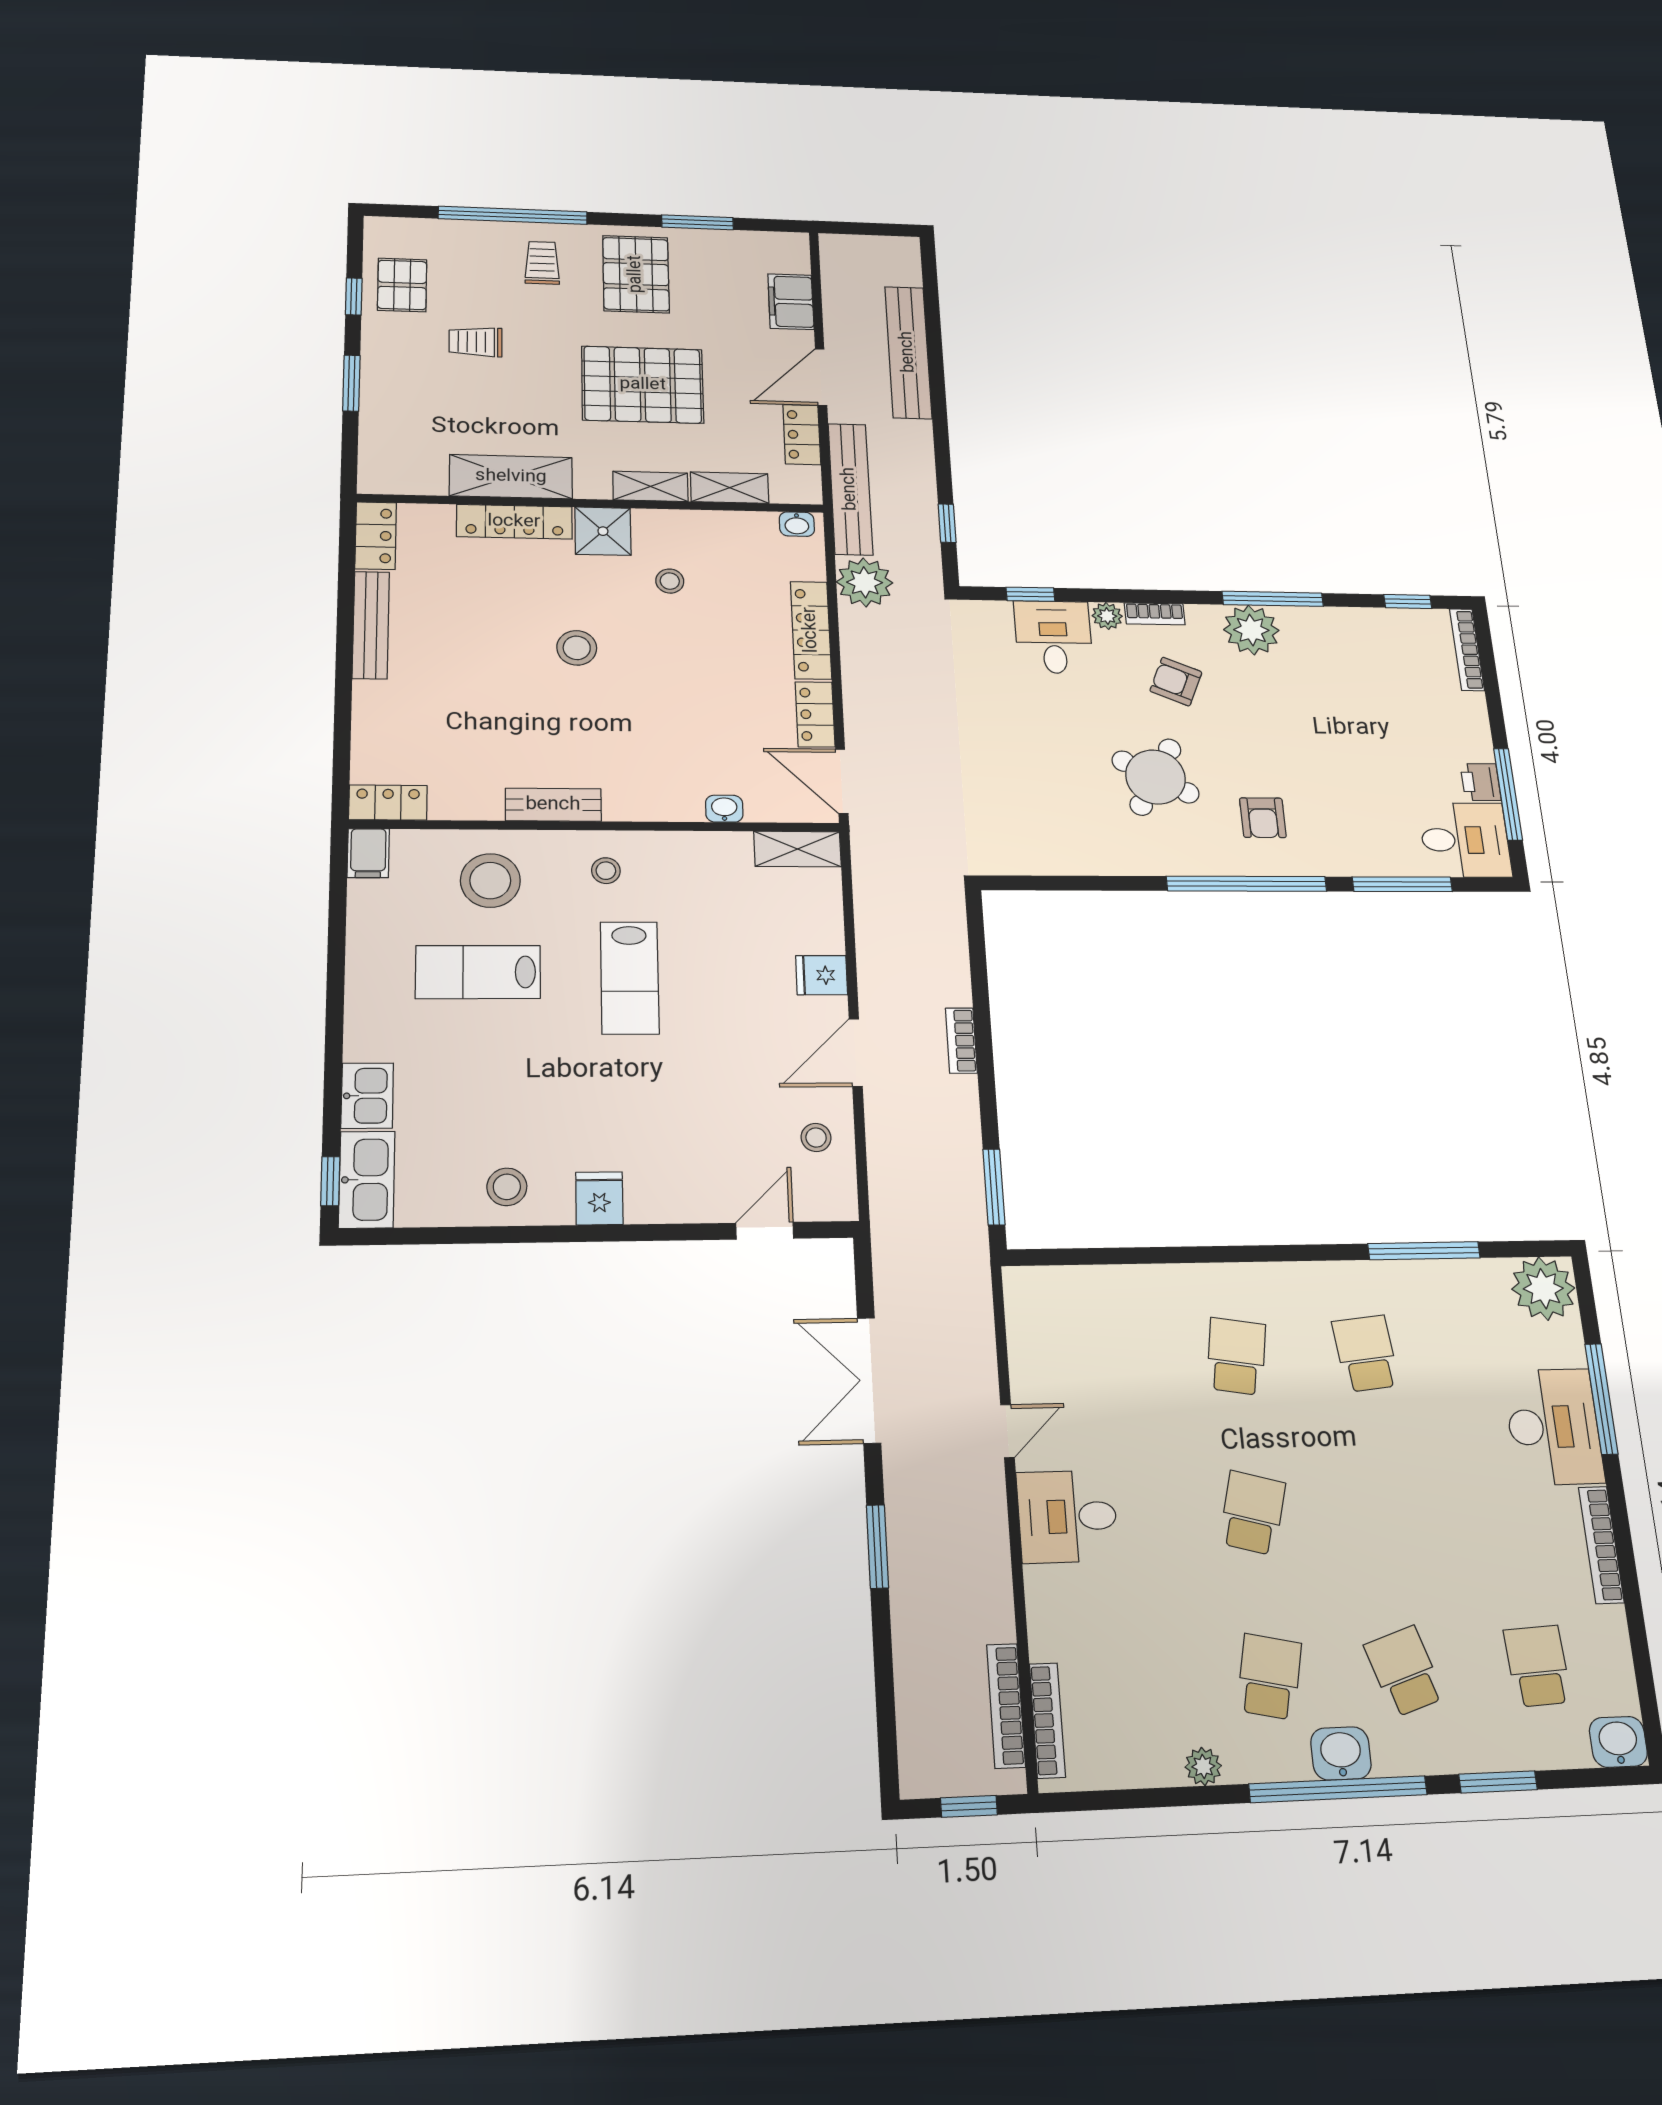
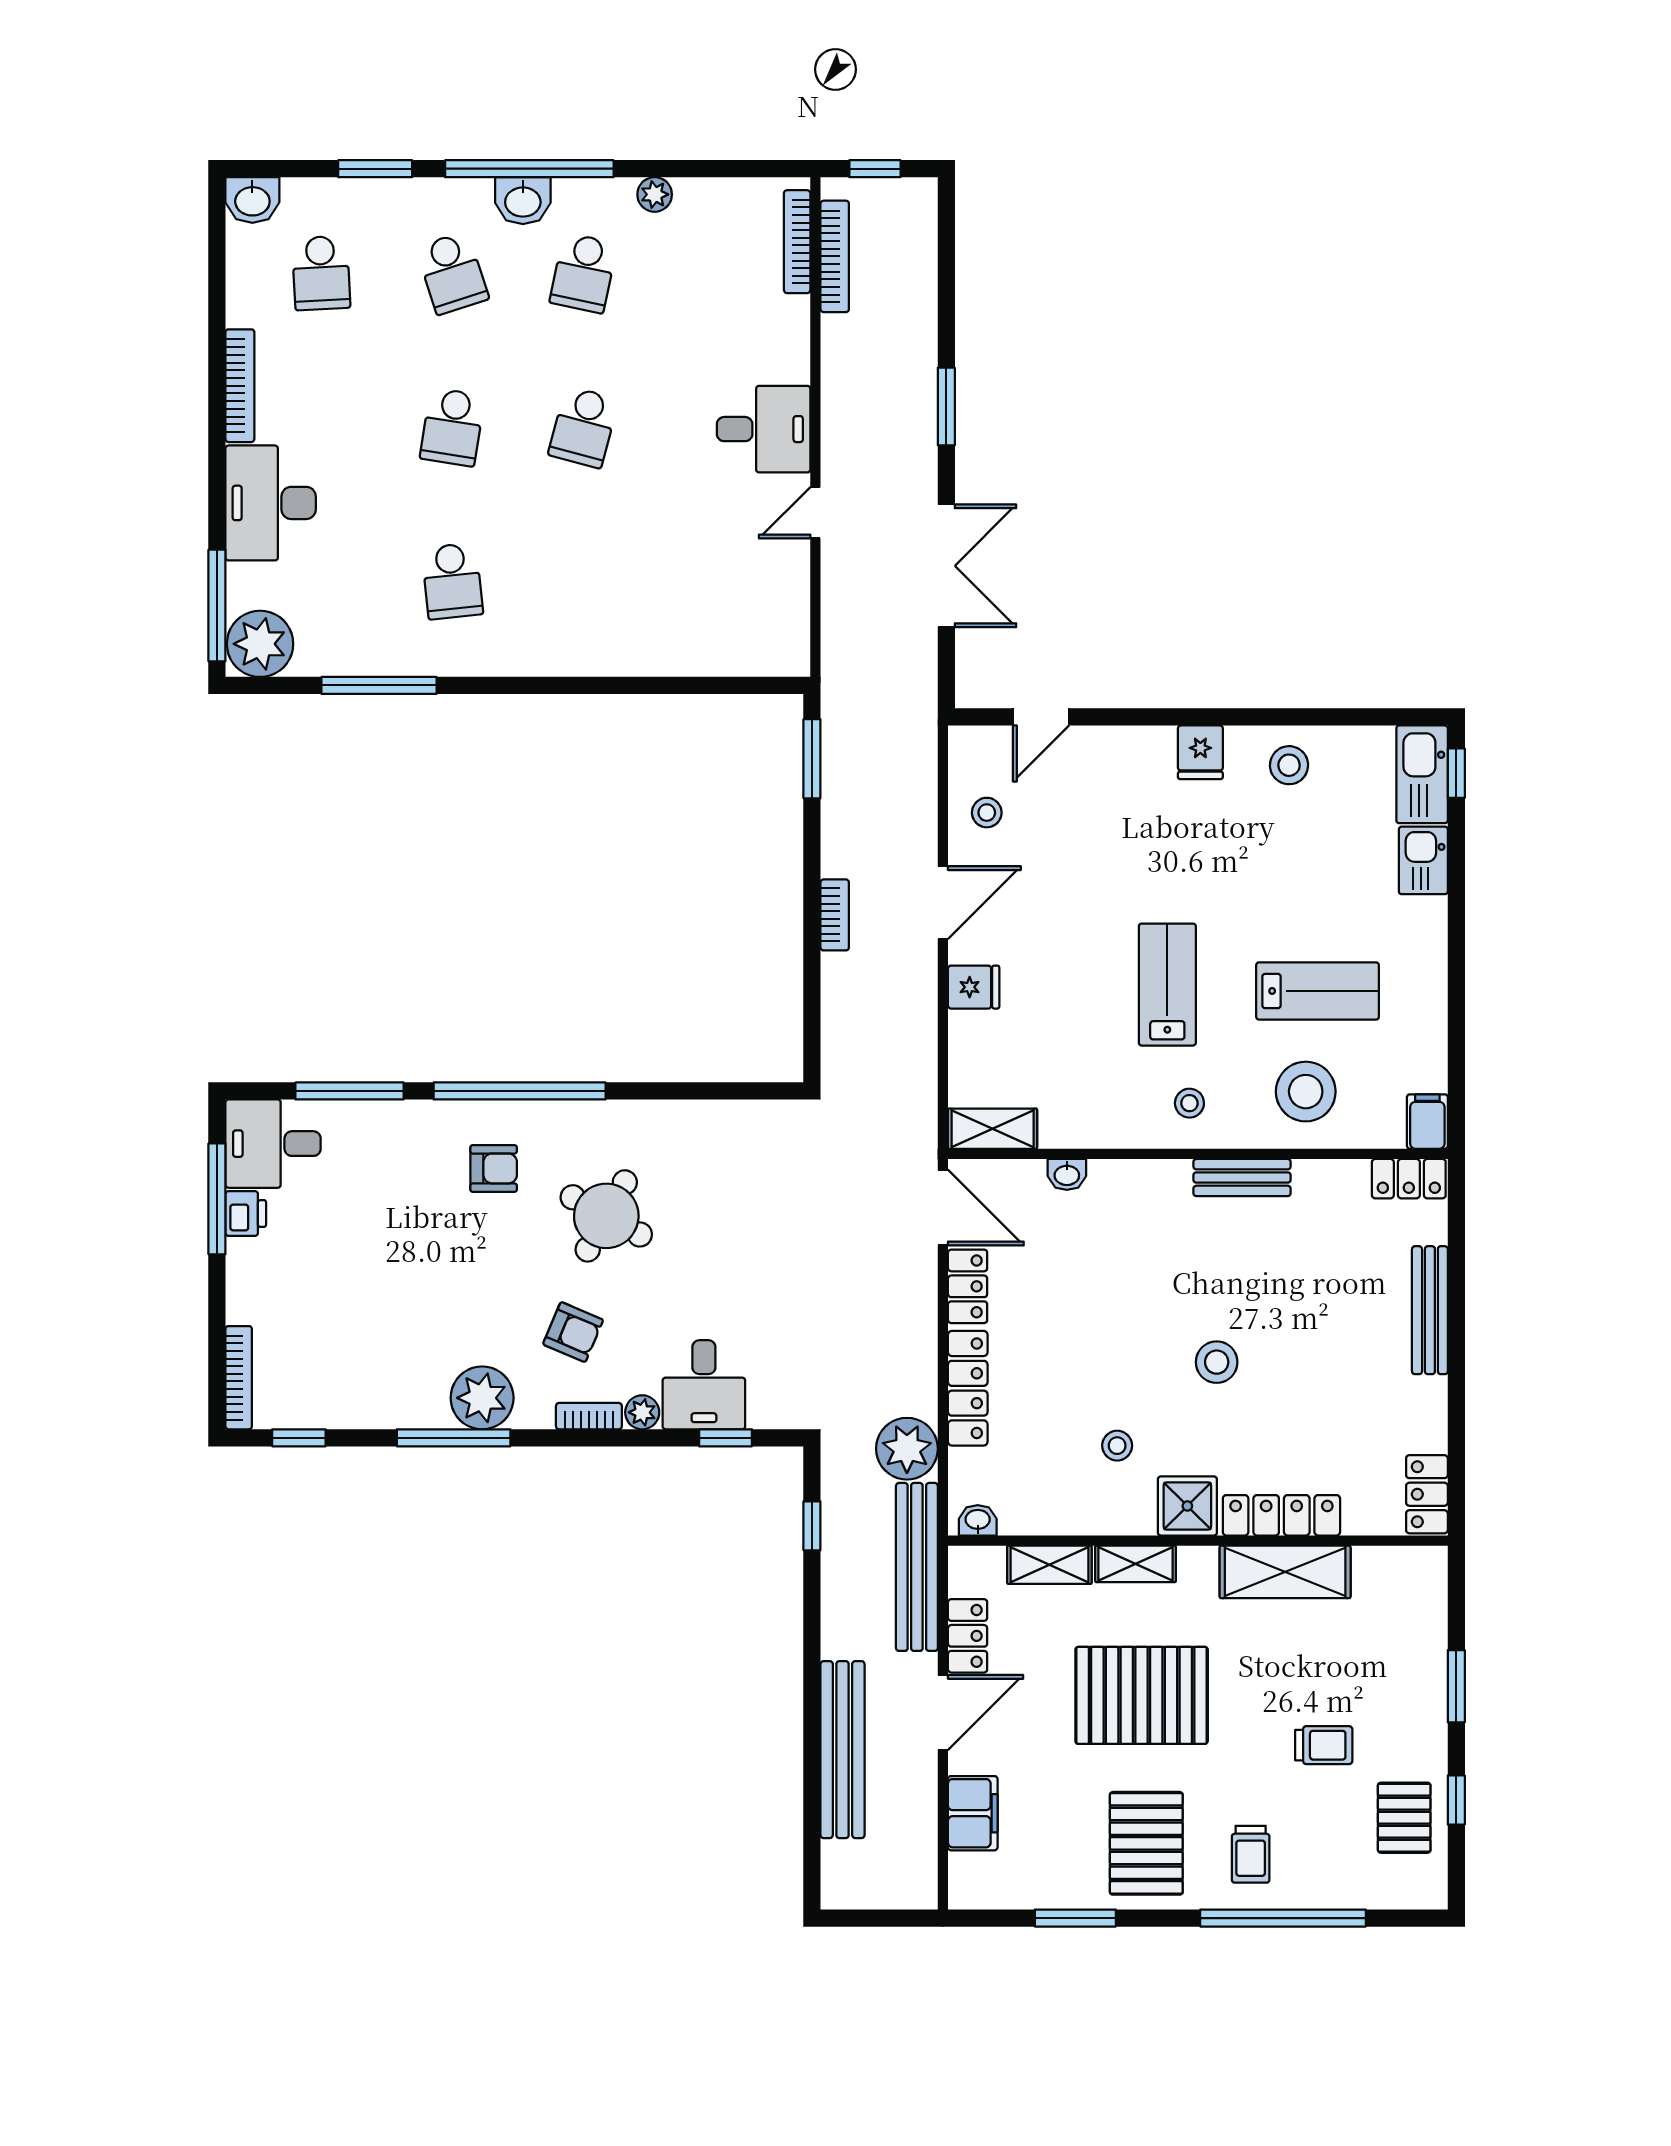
bench: (371, 625) -> (1430, 1310), moved
armchair: (1263, 818) -> (494, 1168), turned 90
school desk: (1236, 1356) -> (452, 427), moved
window: (1601, 1399) -> (217, 605), moved

